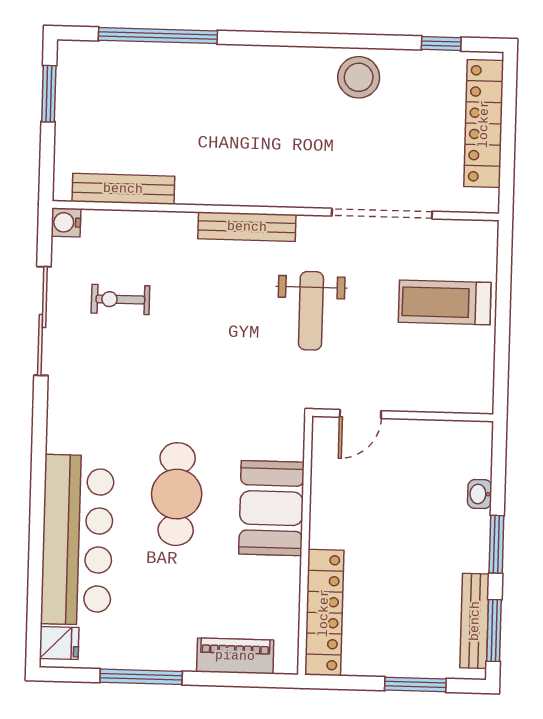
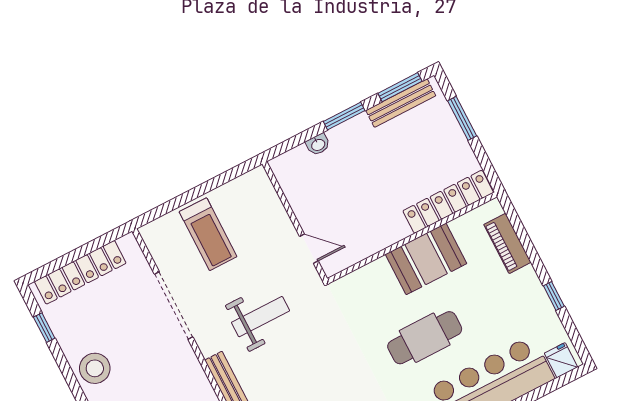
booth: (272, 508) -> (426, 259), moved
window: (141, 677) -> (554, 296), width x0.46

